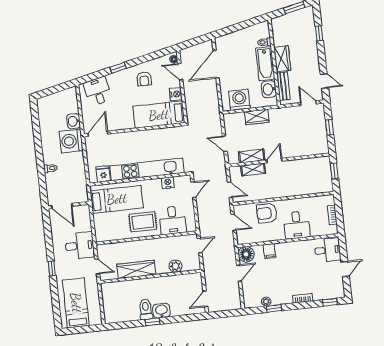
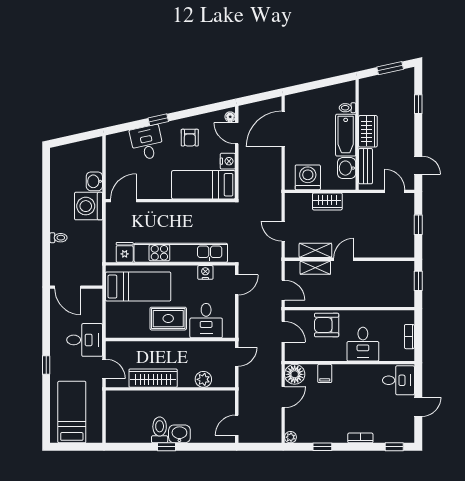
desk: (98, 91) -> (147, 143), moved
plant: (266, 302) -> (290, 437), moved

